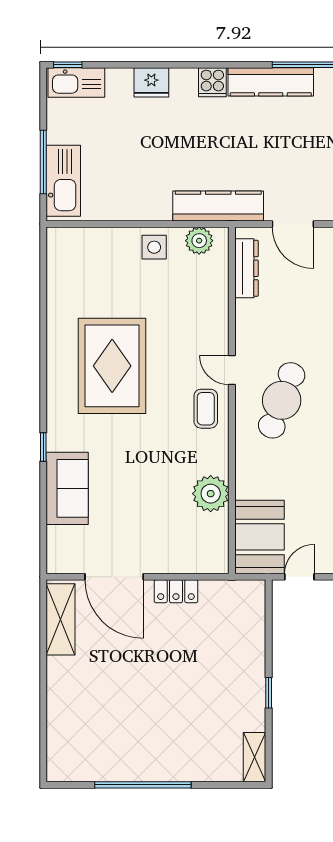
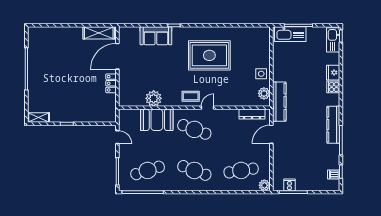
cooker: (212, 82) -> (333, 87), moved
booth: (260, 537) -> (157, 120), moved

